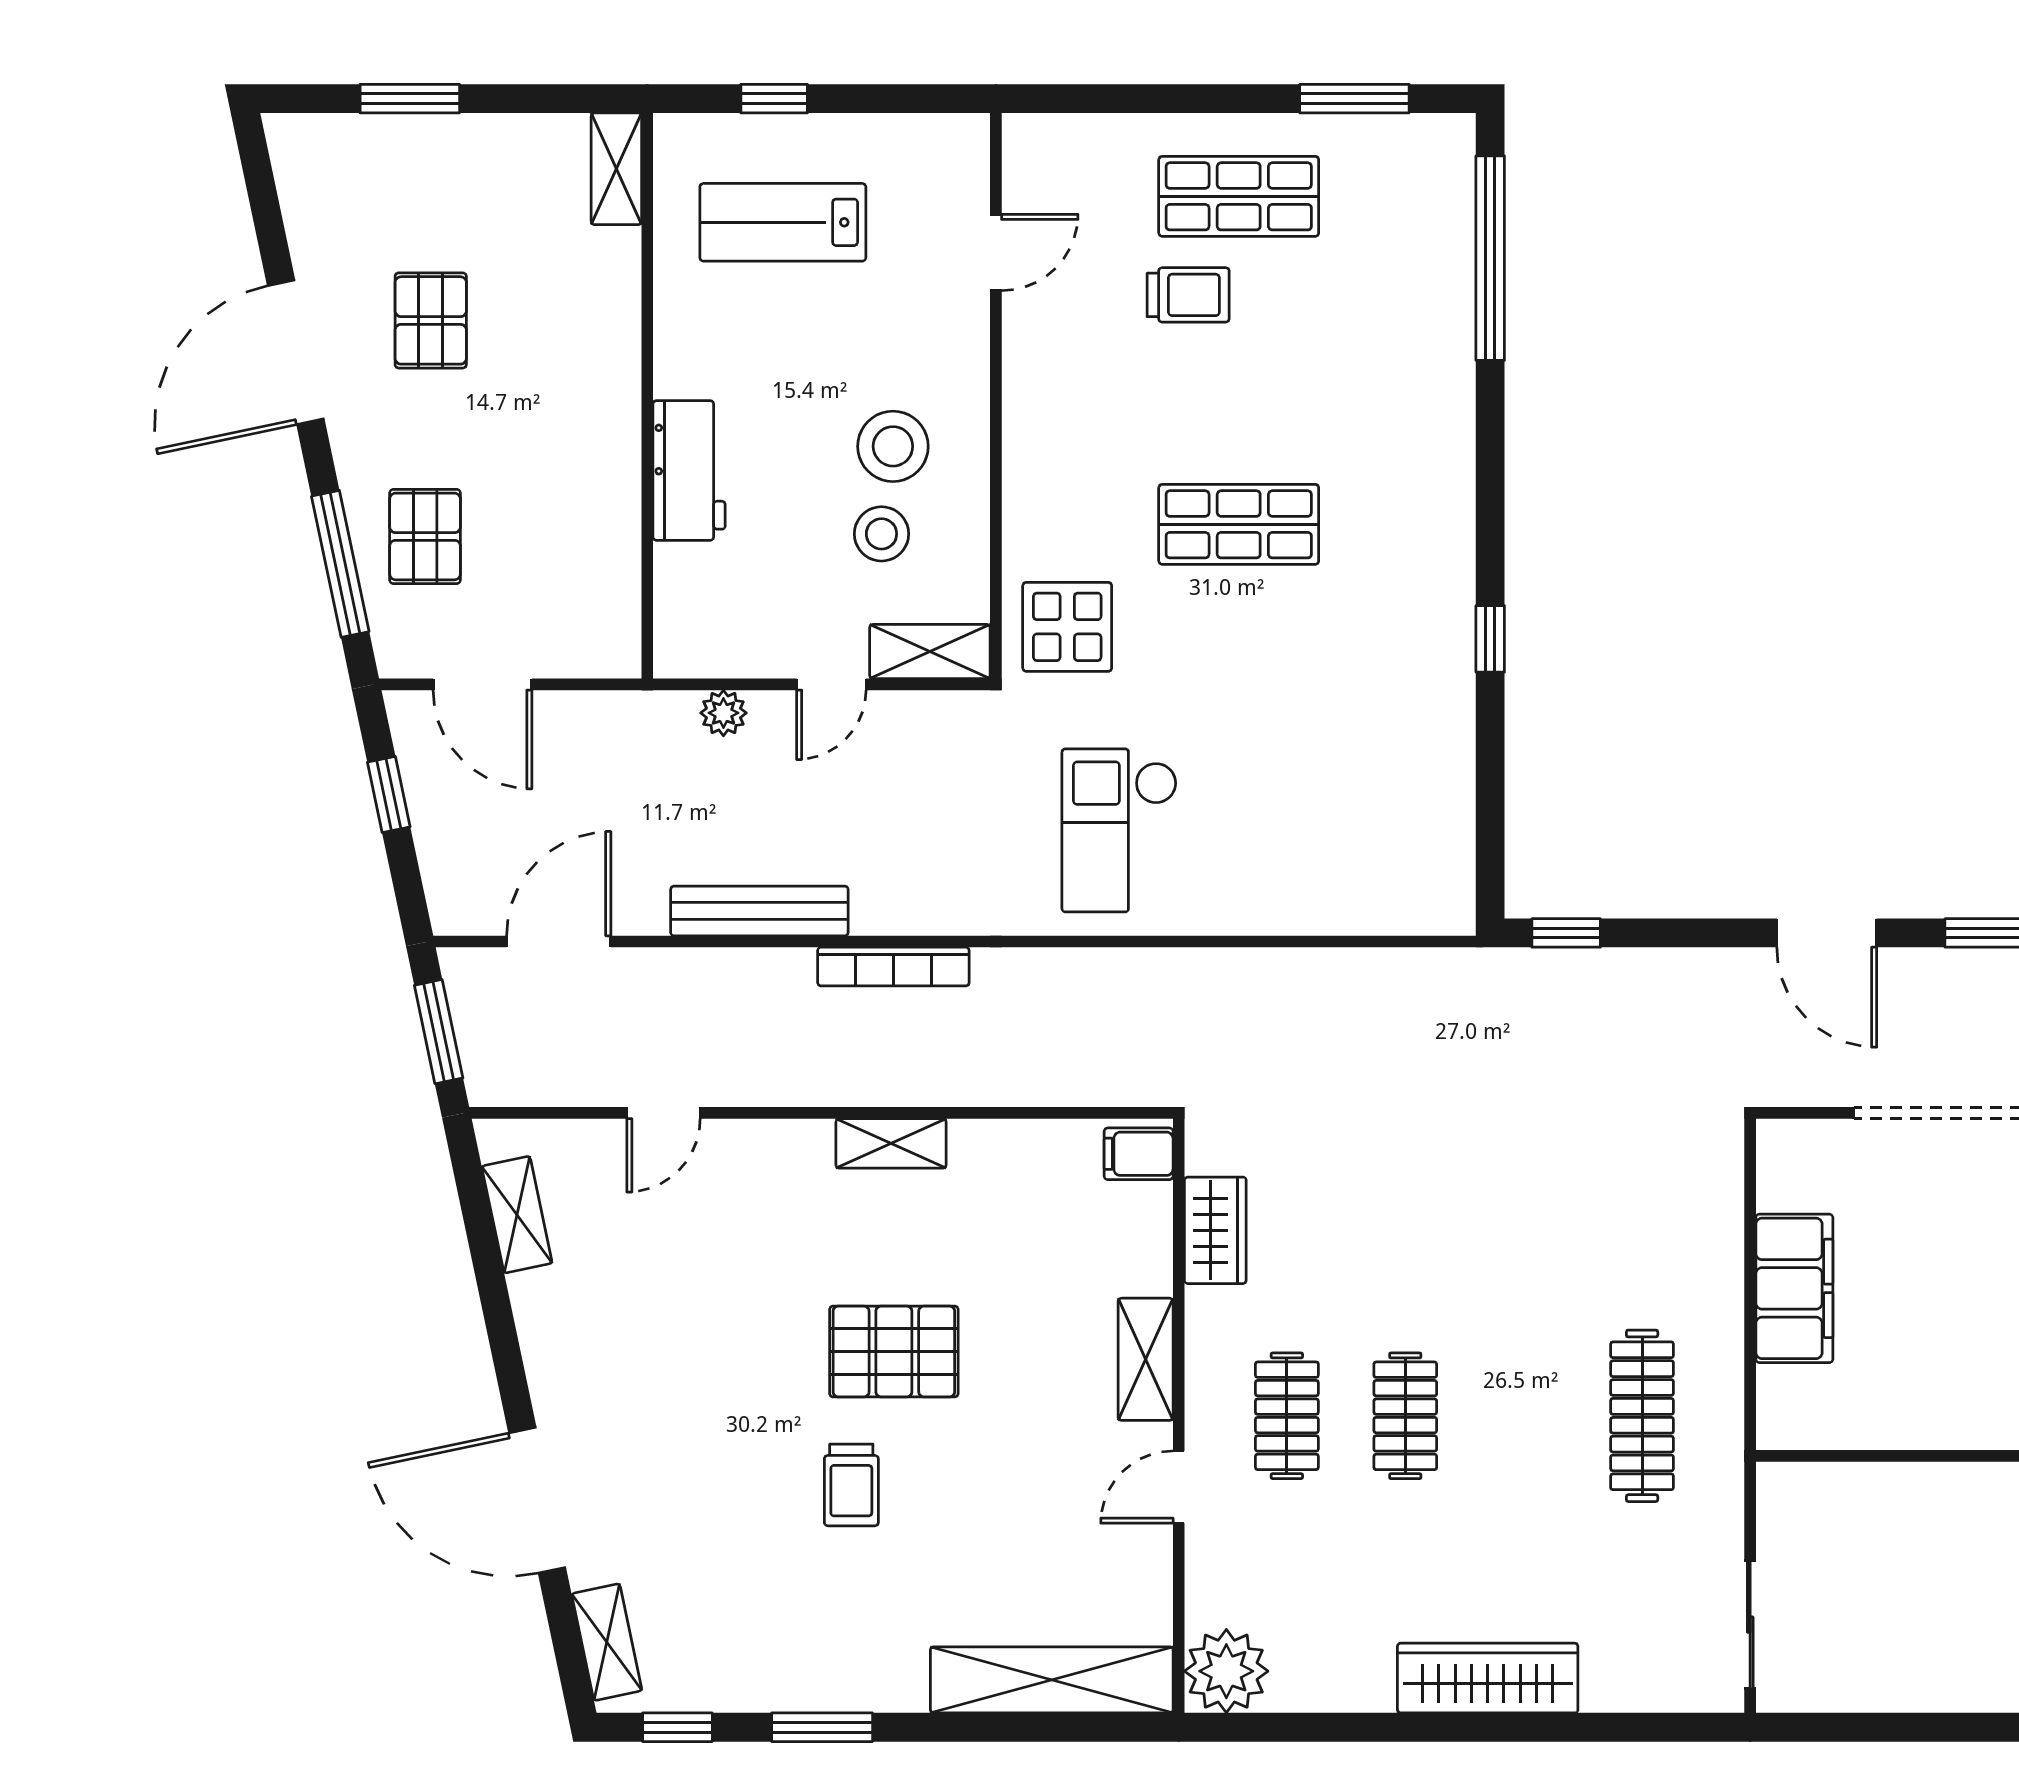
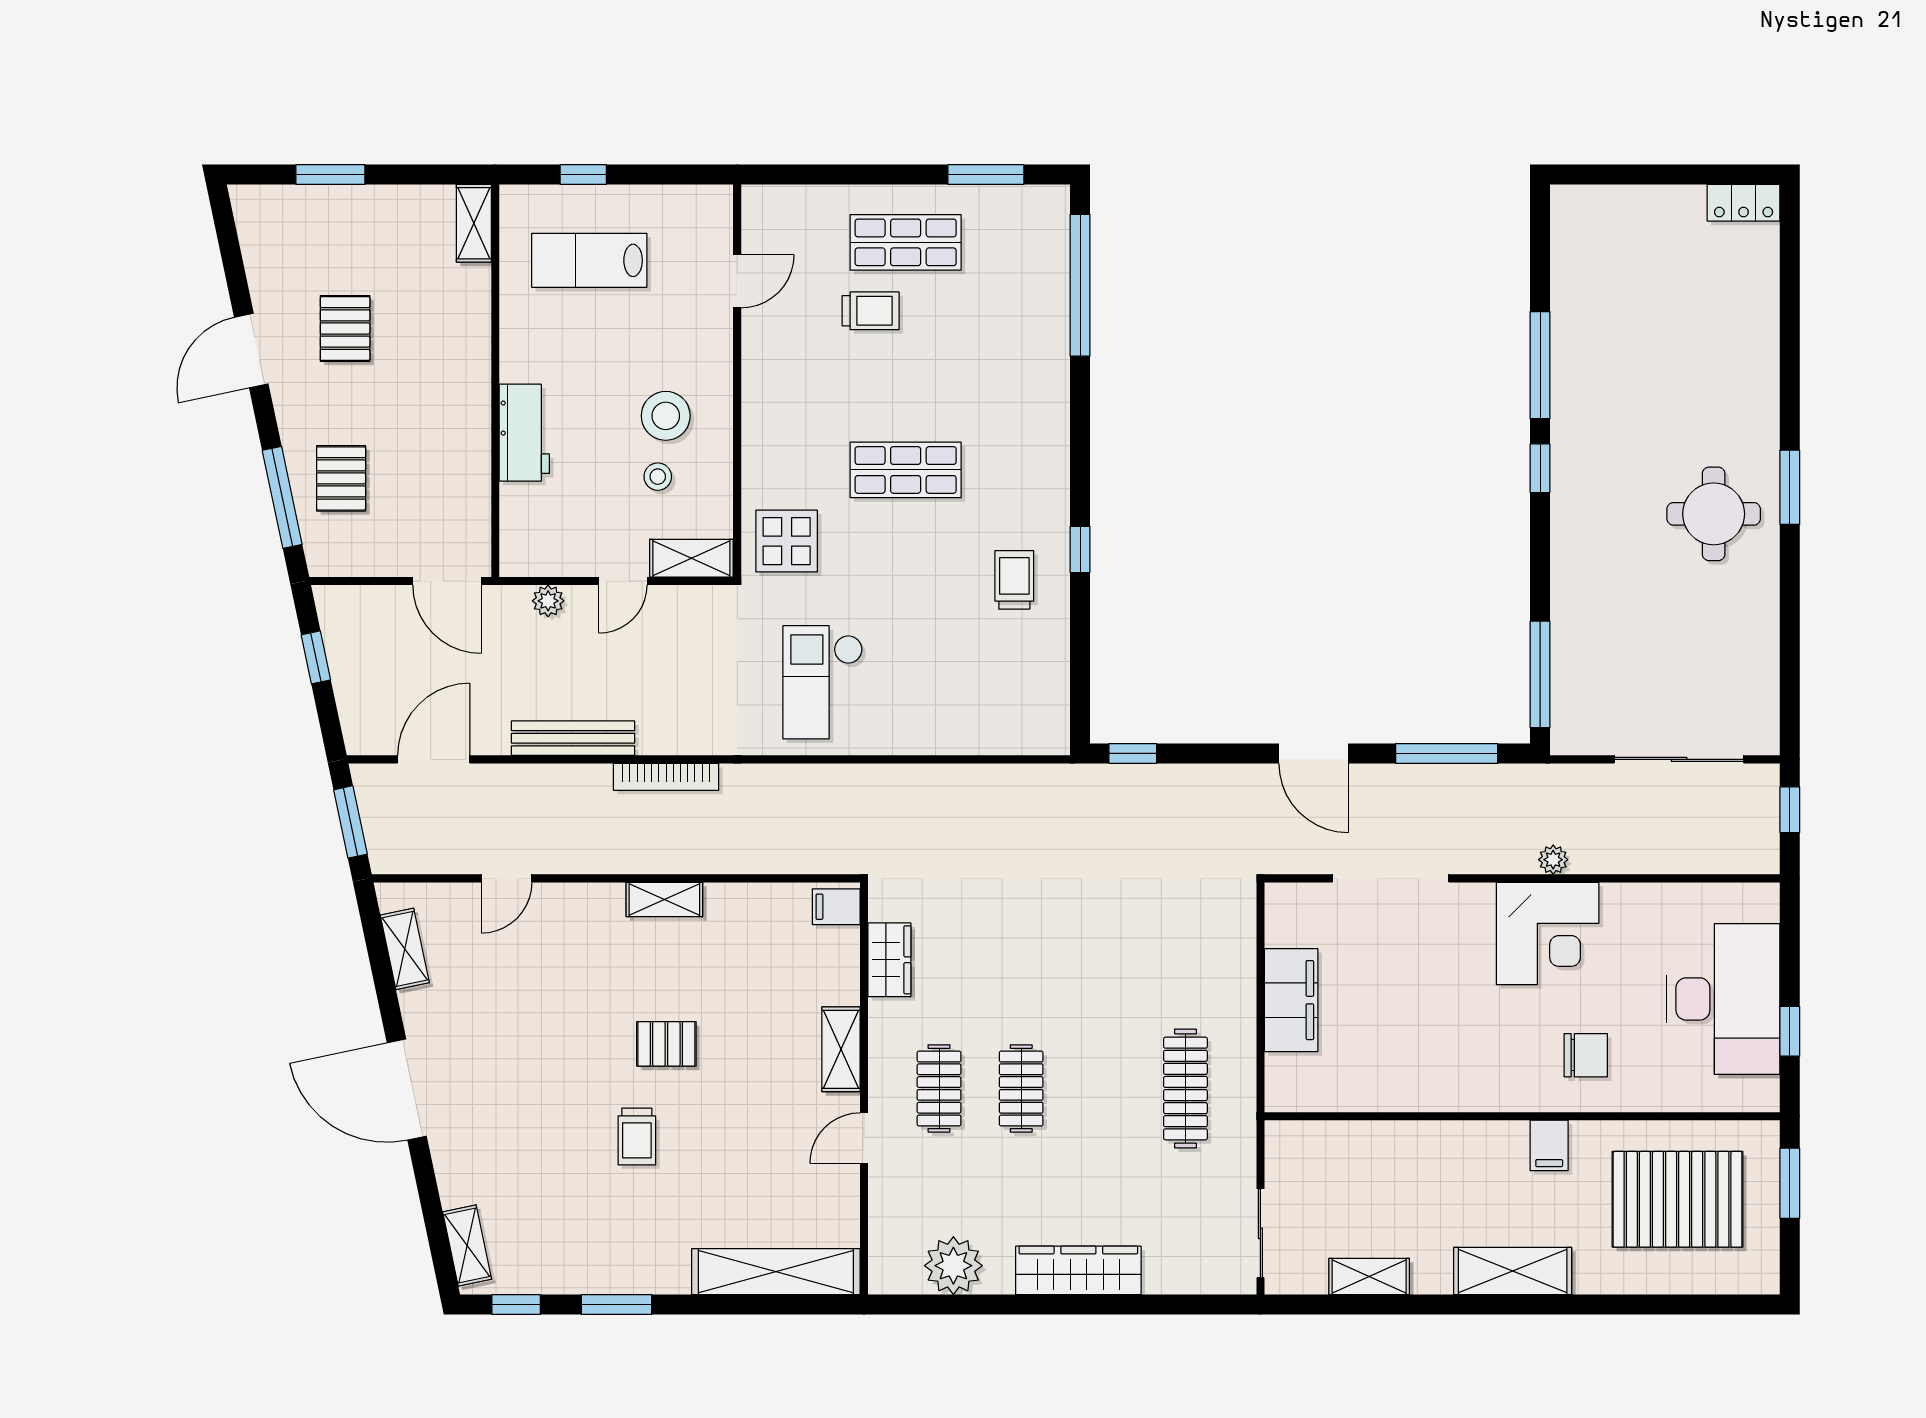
door: (296, 352) -> (251, 351), width x0.73
stool: (881, 534) -> (658, 477), width x0.73, depth x0.73
trolley: (1395, 683) -> (1014, 580), added
door: (483, 684) -> (447, 581), moved
pallet: (894, 1351) -> (666, 1044), width x0.67, depth x0.71
door: (537, 1500) -> (407, 1089), moved
plant: (1226, 1671) -> (953, 1266), moved
shelving: (1907, 1687) -> (1369, 1277), added

